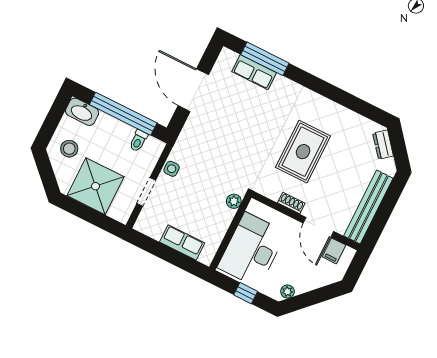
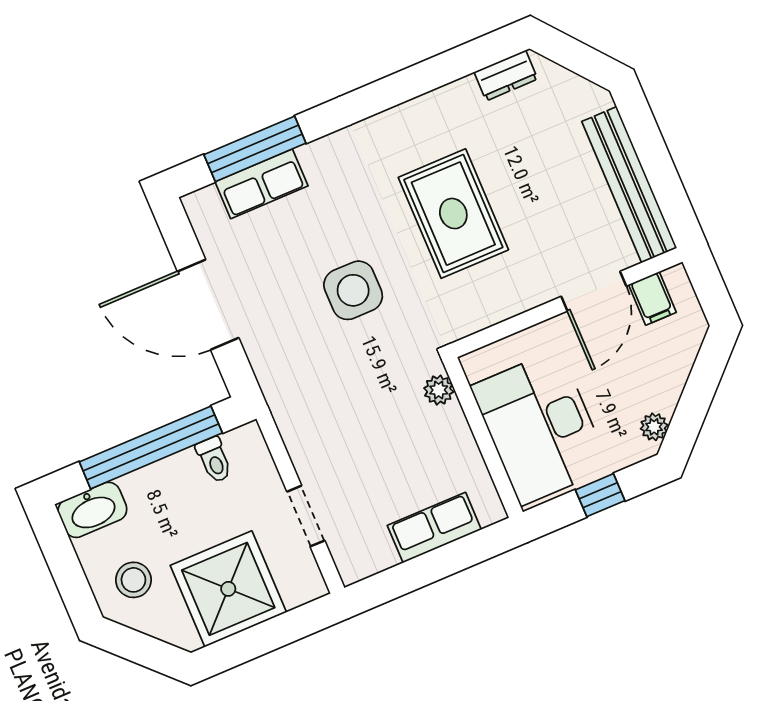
dresser: (383, 145) -> (506, 75), moved, turned -51
side table: (172, 169) -> (353, 290), moved, width x1.87, depth x1.87
shoe rack: (291, 203) -> (519, 301), removed
door: (318, 227) -> (594, 291), hinge flipped

